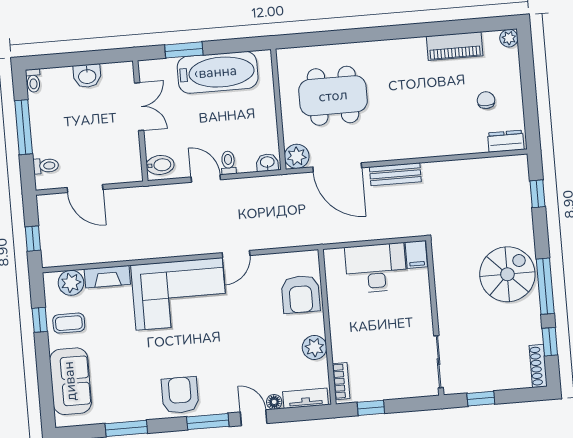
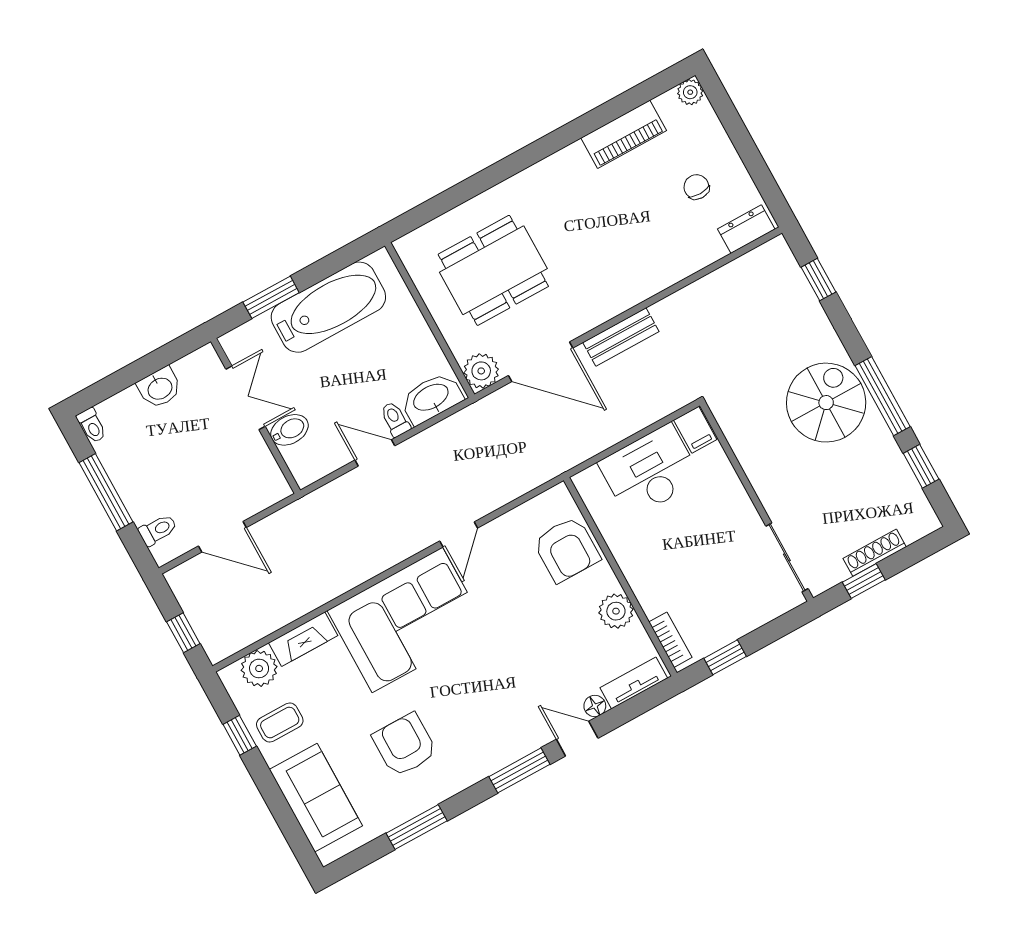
washbasin: (267, 163) -> (431, 398), width x1.91, depth x1.45
bidet: (160, 165) -> (289, 430), moved
shoe rack: (538, 366) -> (875, 553), moved, turned 90
armchair: (180, 395) -> (405, 745), moved

